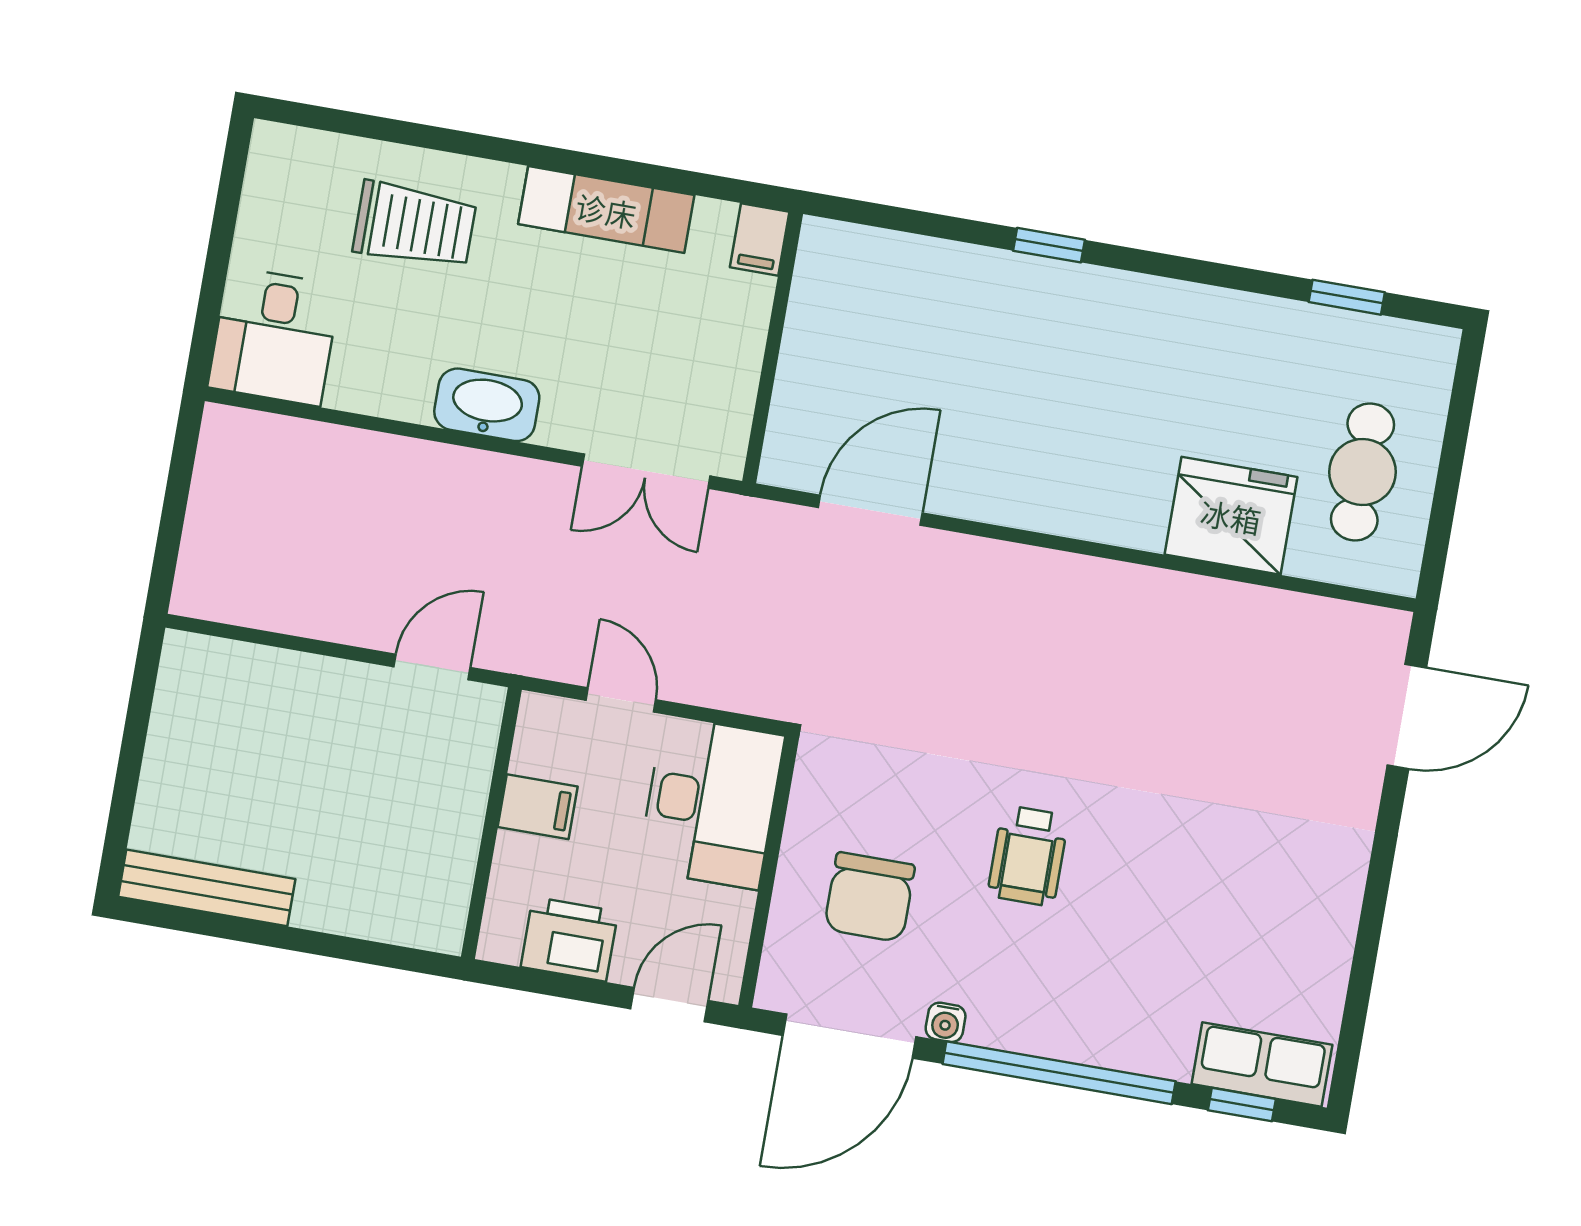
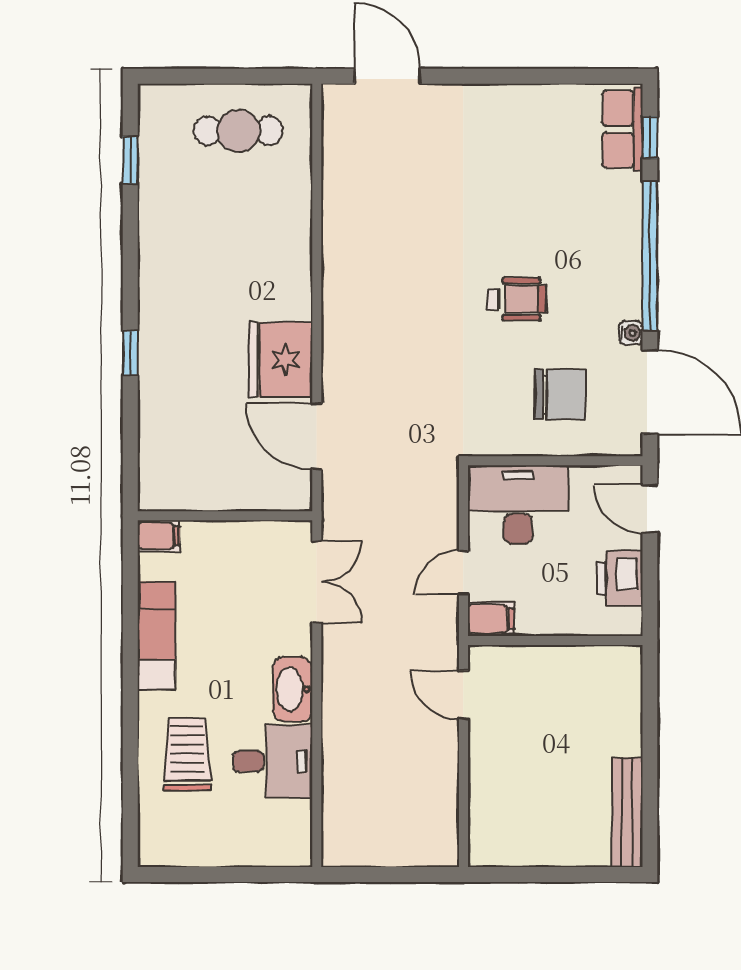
desk: (274, 336) -> (273, 761), moved
fridge: (1231, 516) -> (281, 360), moved
filing cabinet: (538, 807) -> (491, 619), moved, turned 90

